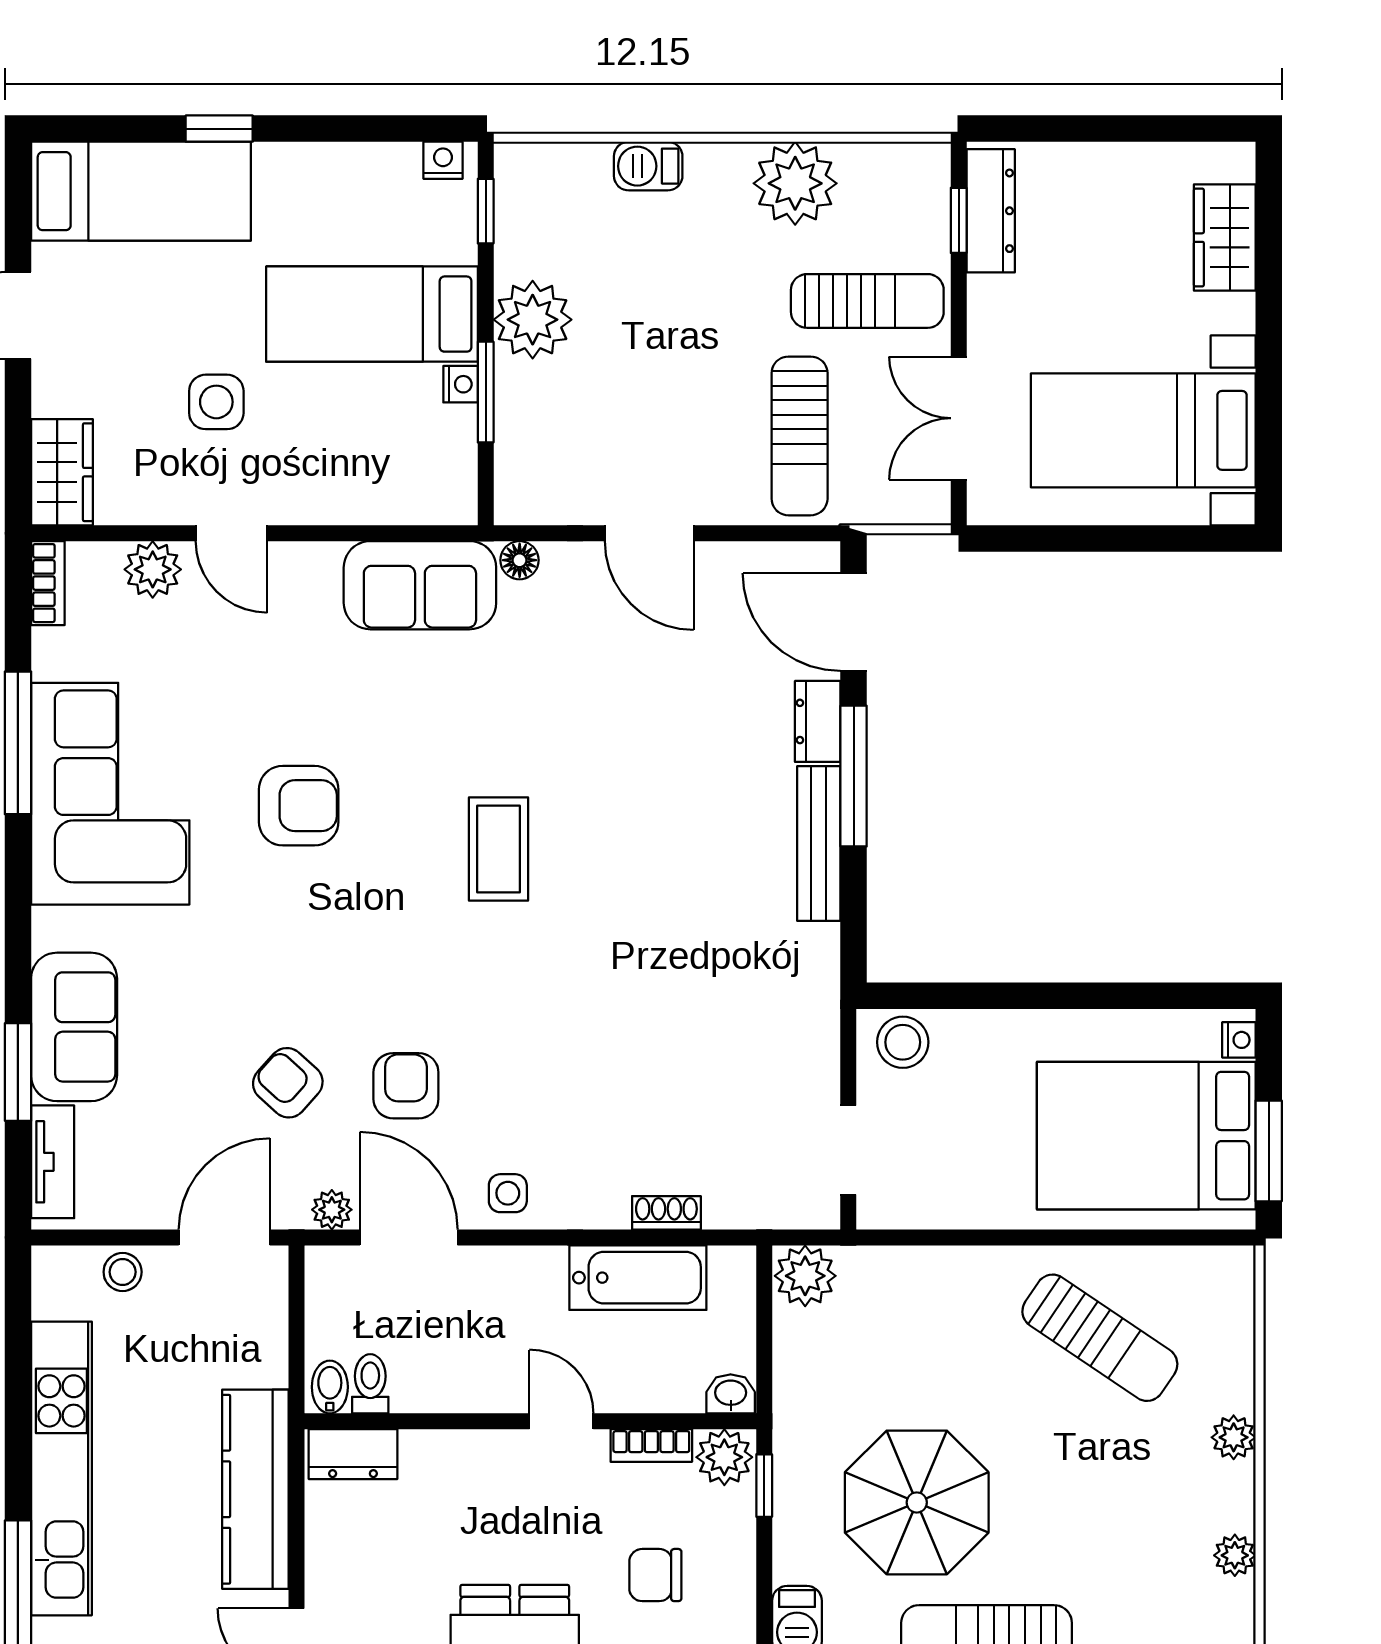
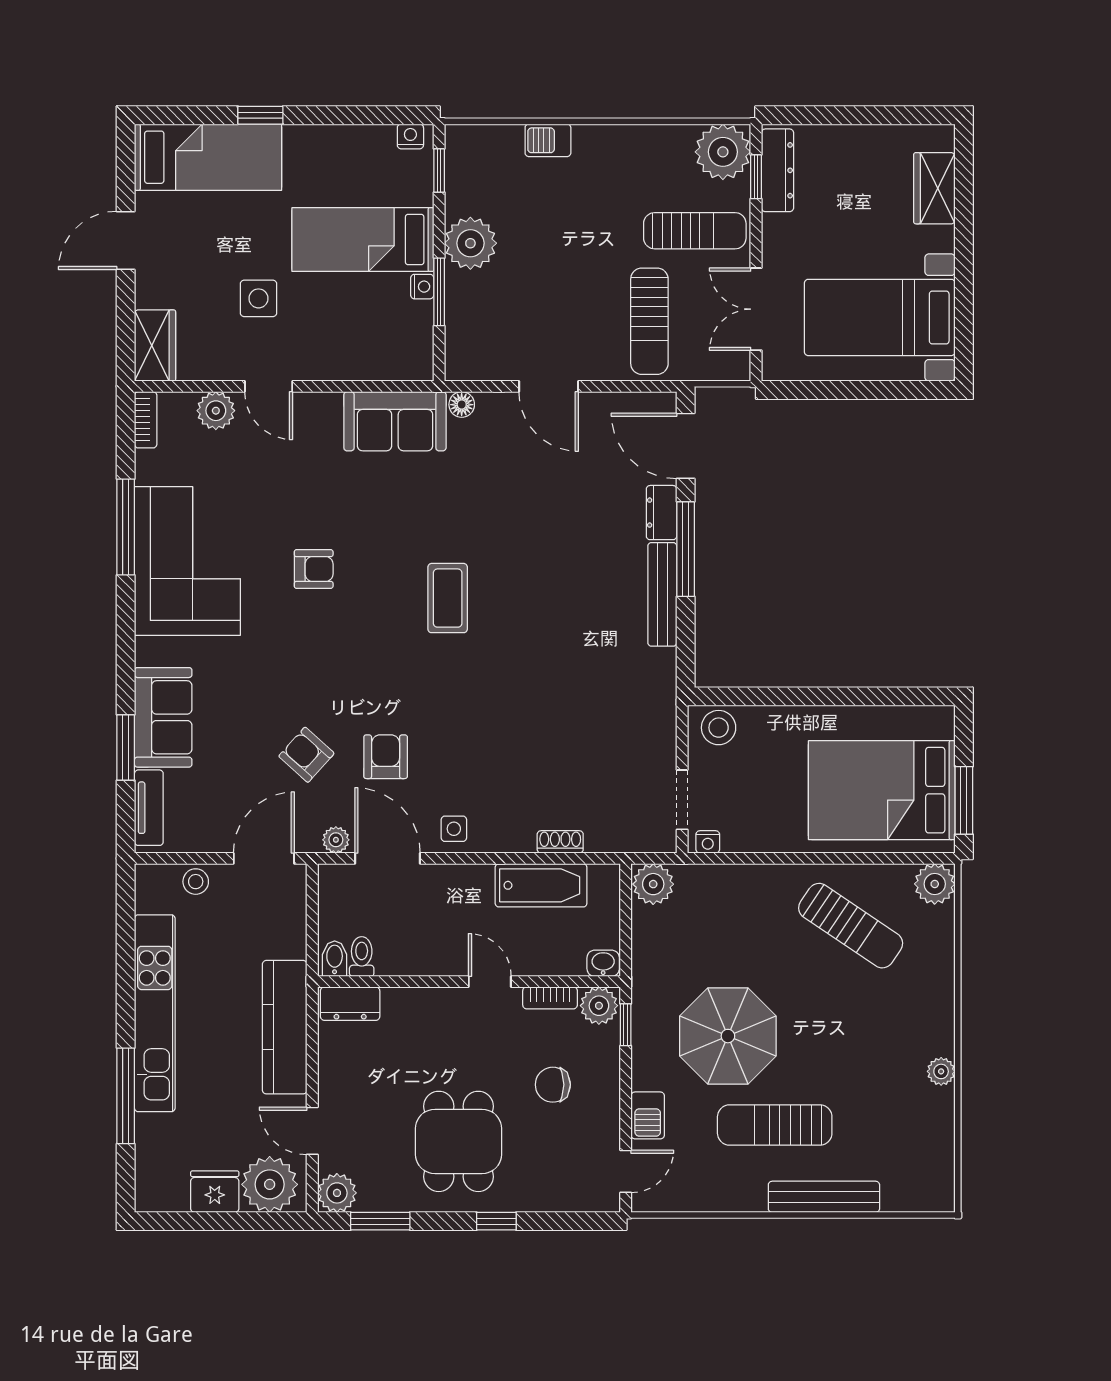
plant: (795, 183) -> (723, 152), moved
armchair: (299, 806) -> (314, 569), width x0.72, depth x0.72
nightstand: (1239, 1040) -> (708, 842), moved, turned 90
plant: (1234, 1437) -> (935, 884), moved, width x1.38, depth x1.38

